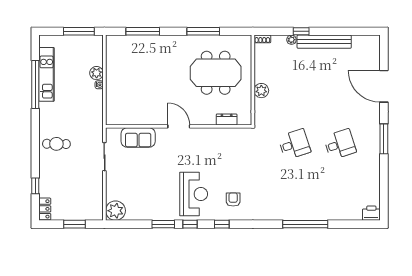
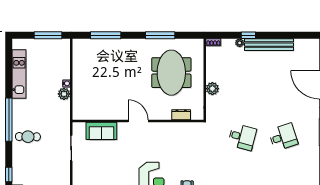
plant: (97, 73) -> (64, 94), moved
meeting table: (216, 73) -> (171, 73), turned 90
window: (35, 85) -> (9, 120), moved
desk: (294, 144) -> (242, 137), turned 33

